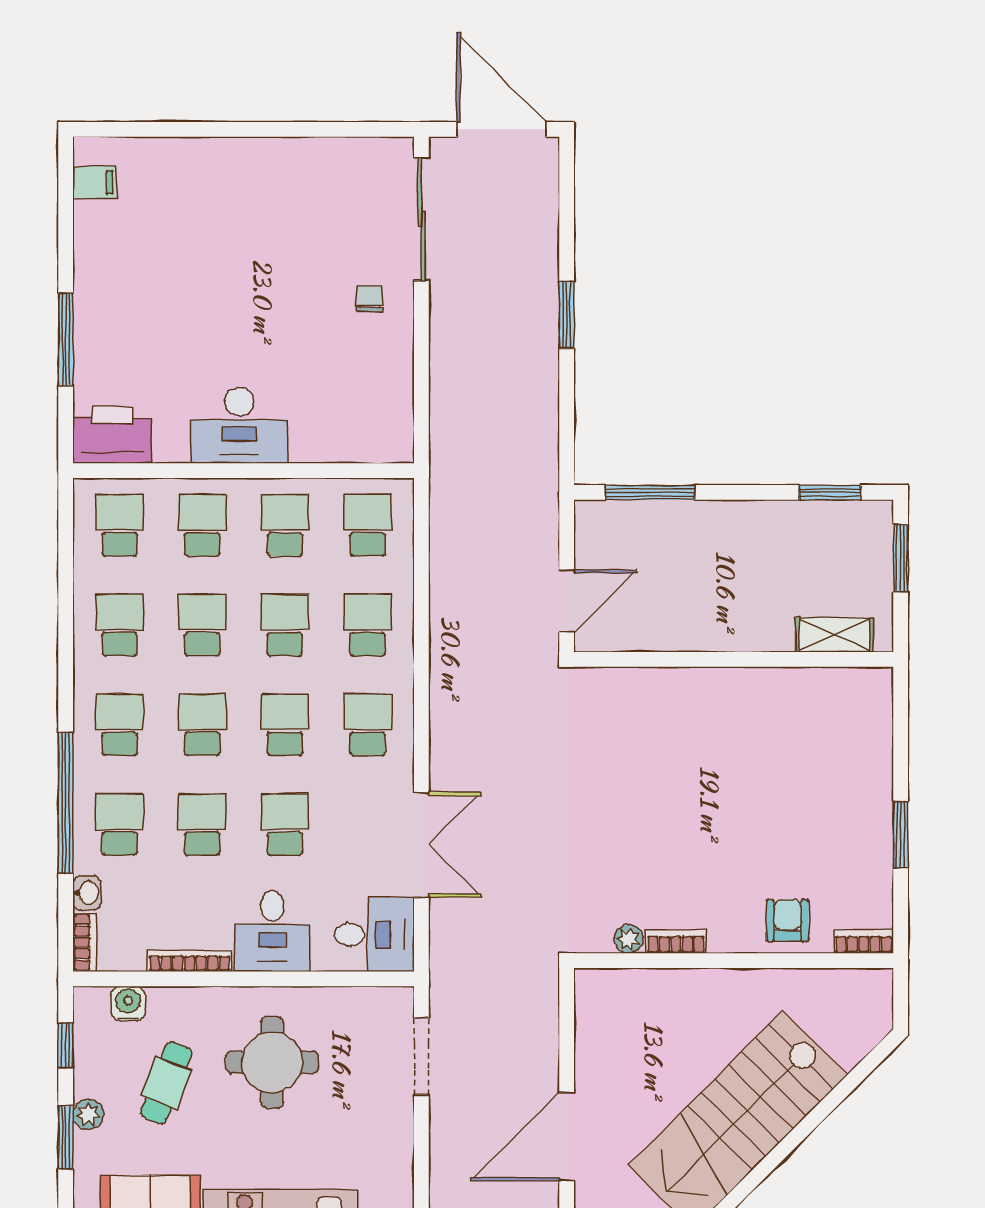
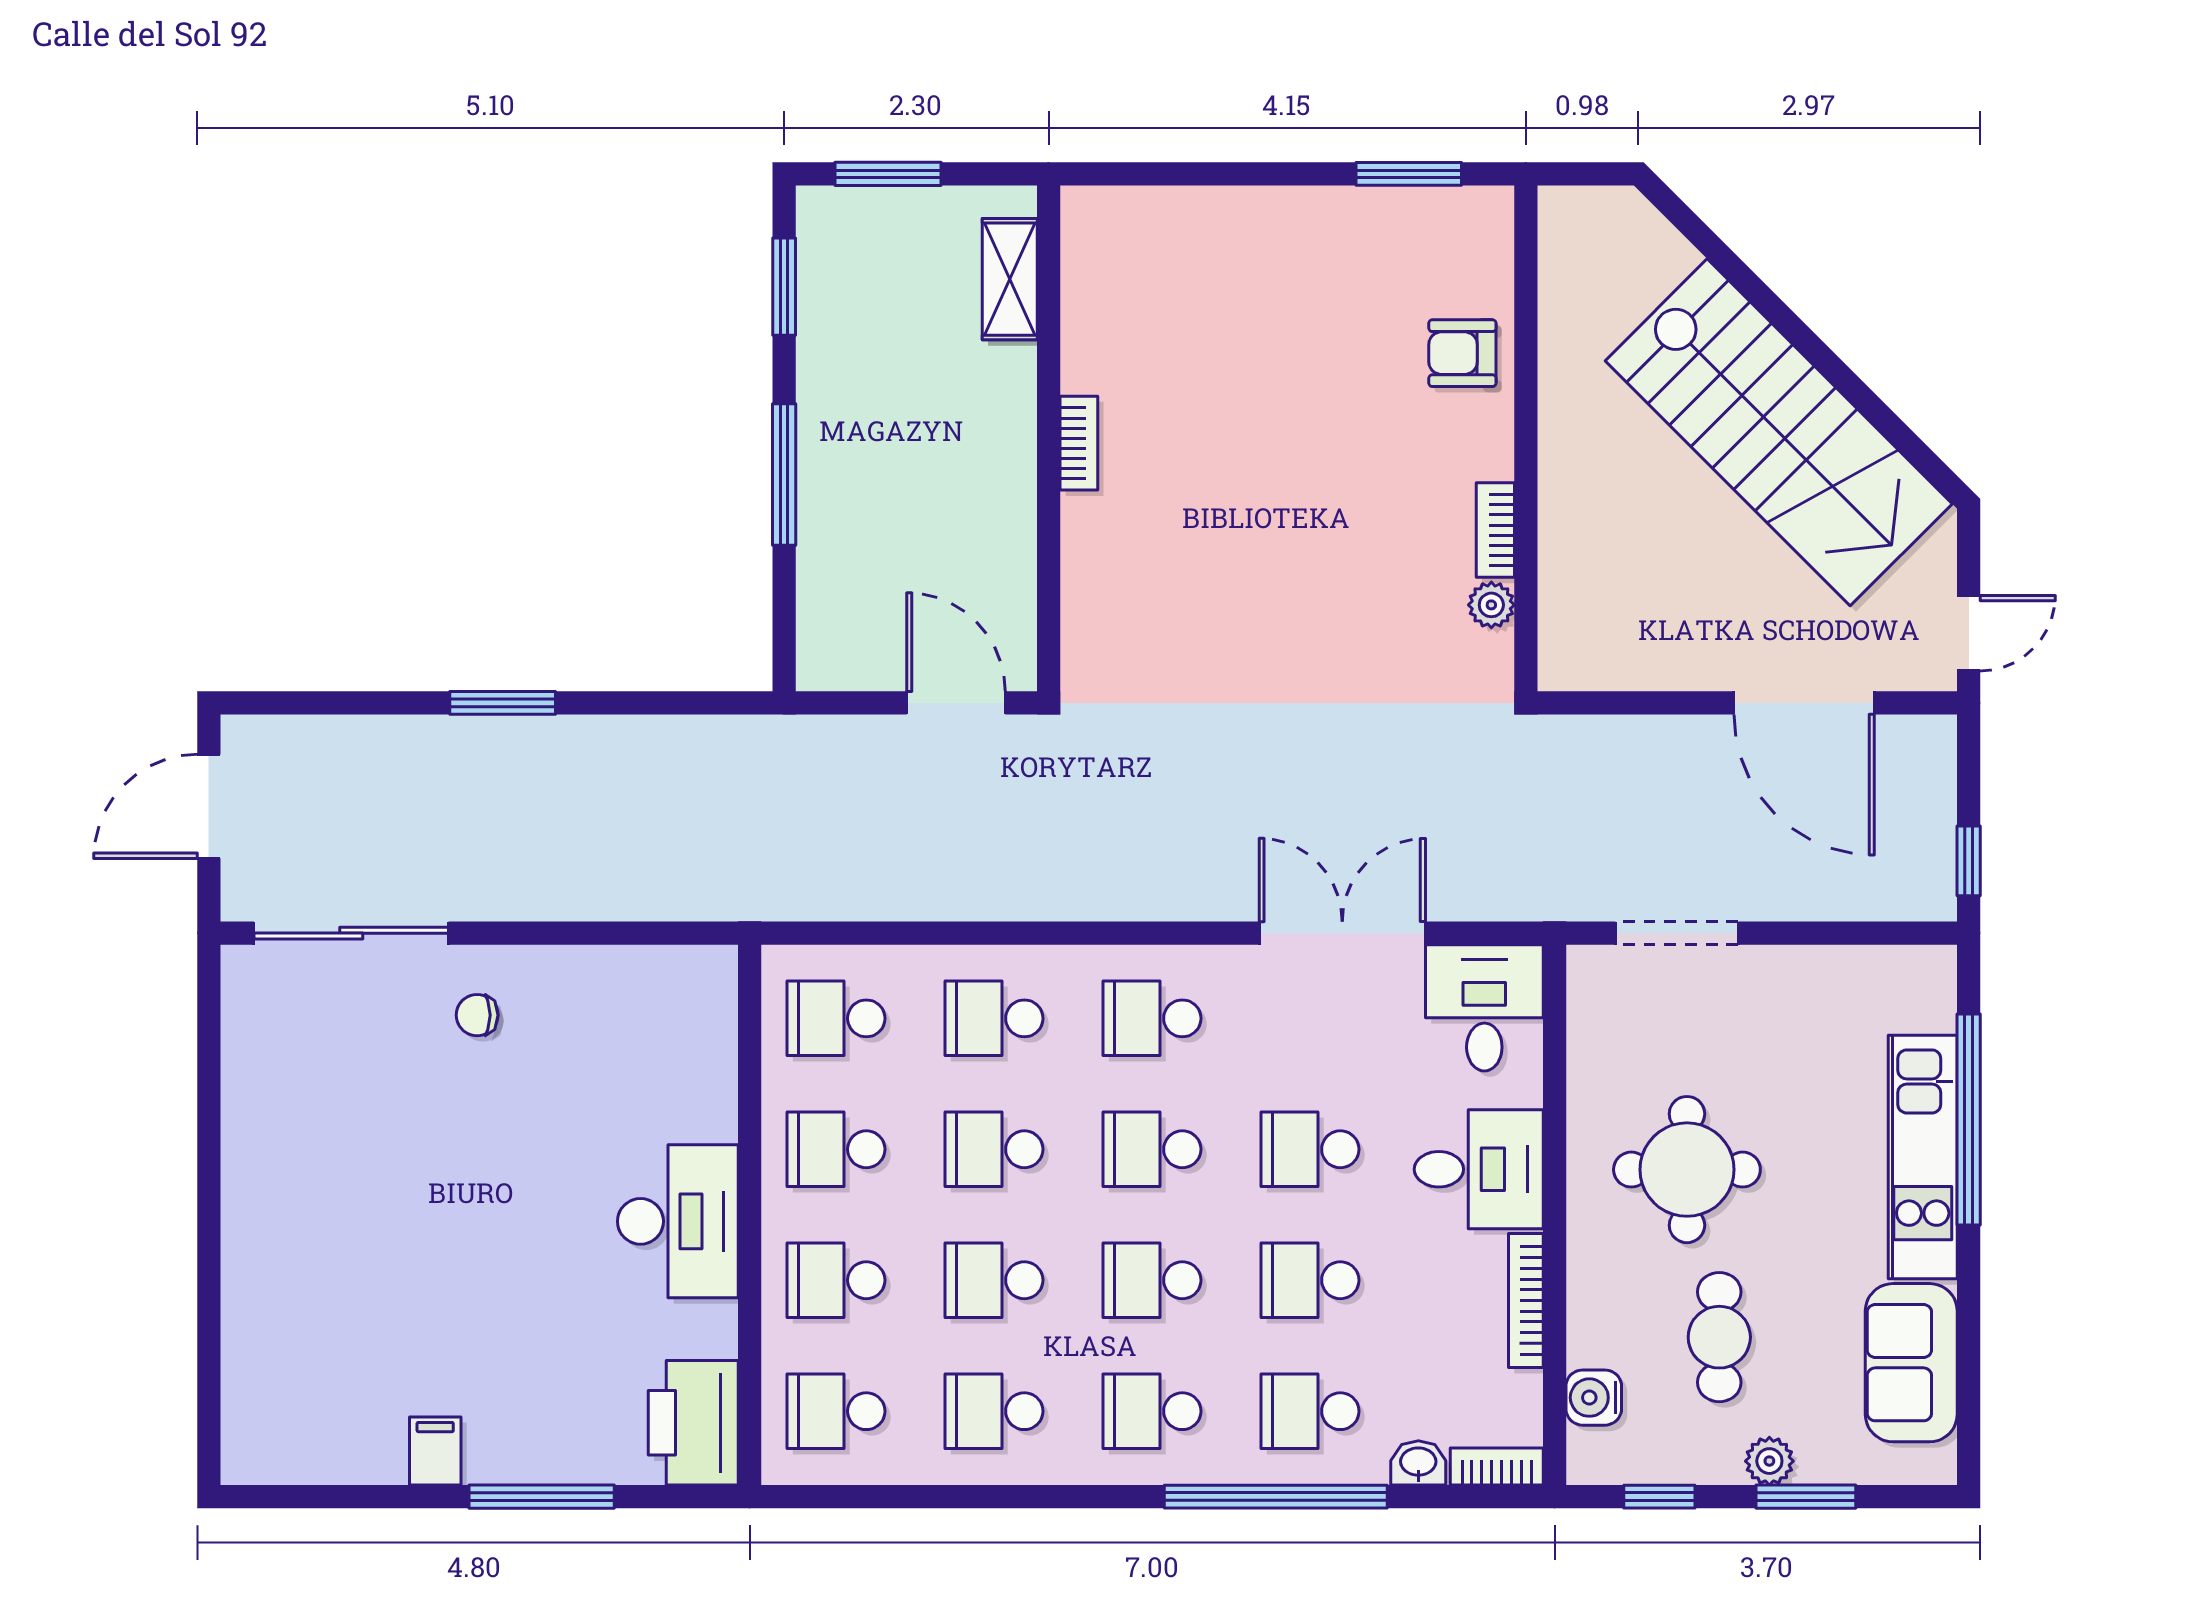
door: (501, 129) -> (209, 806), width x0.73
filing cabinet: (94, 182) -> (435, 1451), moved
window: (650, 492) -> (784, 475), moved
window: (901, 835) -> (1409, 174), moved
bookcase: (864, 942) -> (1079, 443), moved, turned 180
cafe table: (166, 1083) -> (1719, 1337), turned 69

